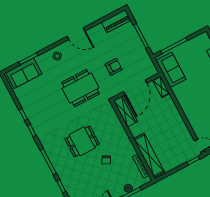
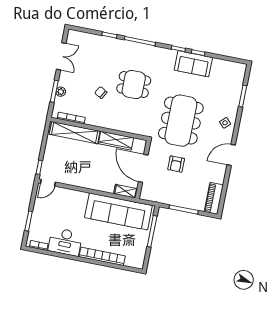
sofa: (171, 70) -> (118, 211), width x1.85, depth x1.27
sofa: (24, 73) -> (193, 64), moved, turned -90
dining table: (81, 88) -> (181, 121), width x1.36, depth x1.24
wardrobe: (125, 111) -> (116, 141), moved
dining table: (82, 141) -> (134, 85), turned 90

